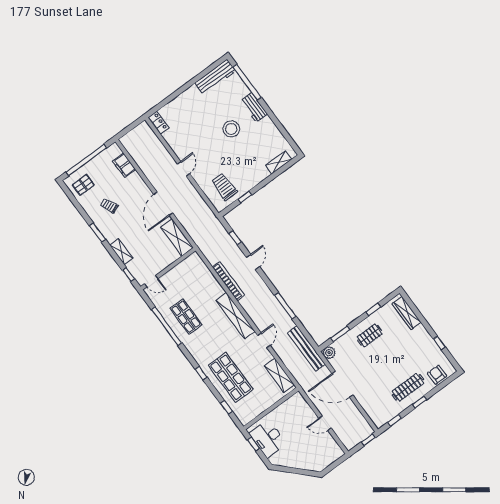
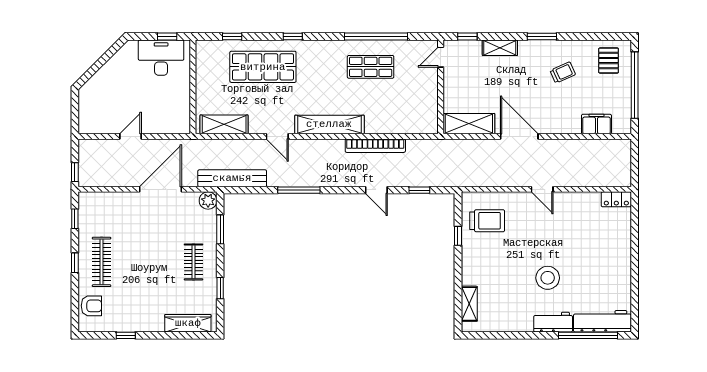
workbench: (215, 77) -> (602, 321), moved, turned 90

